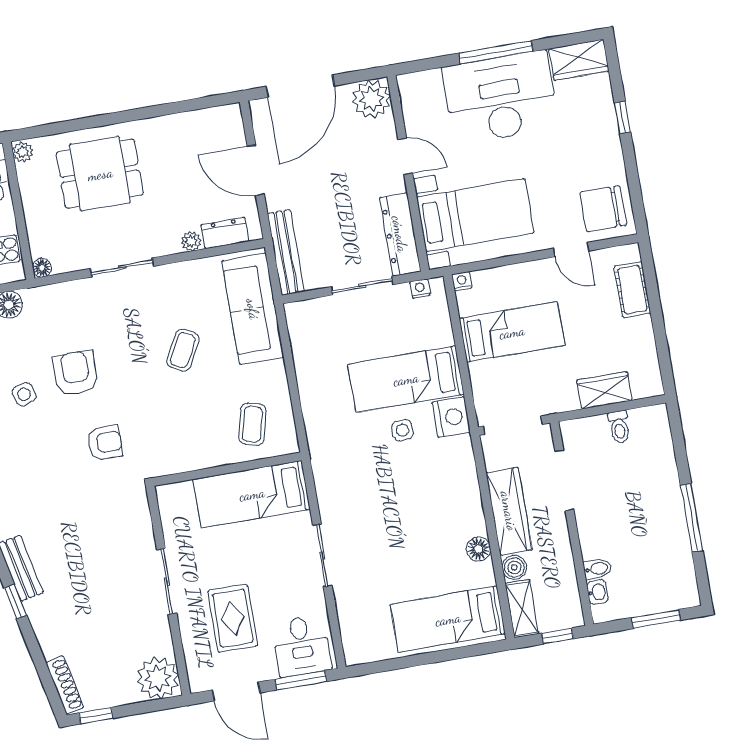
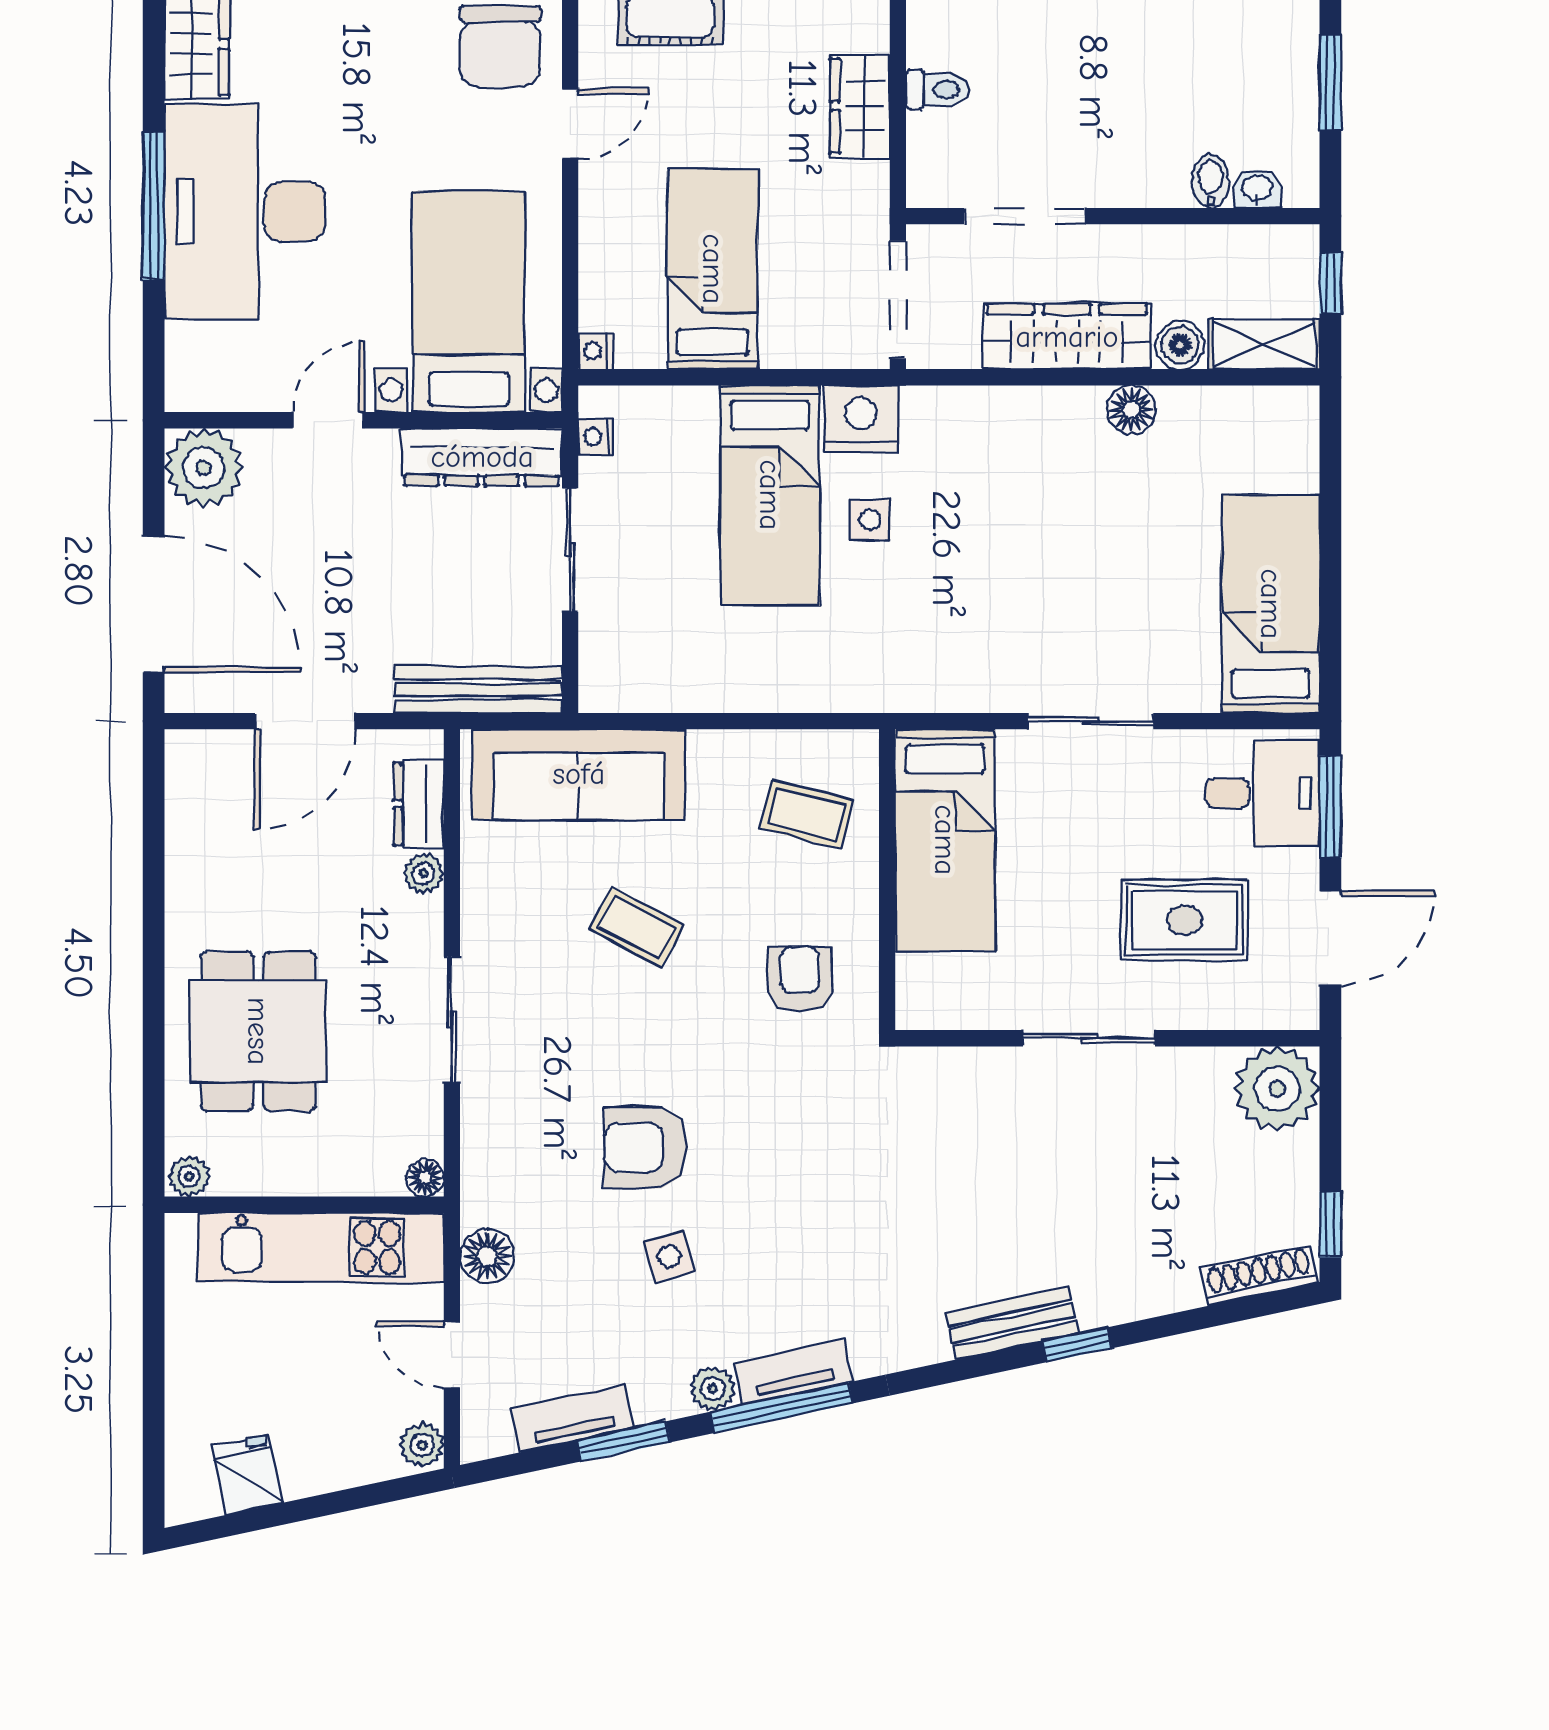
armchair: (105, 443) -> (800, 979), moved
bed: (448, 619) -> (1271, 604), moved, turned 180

